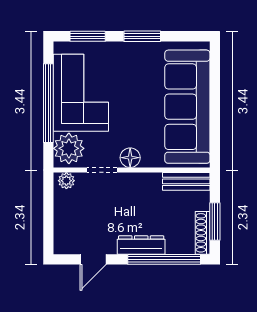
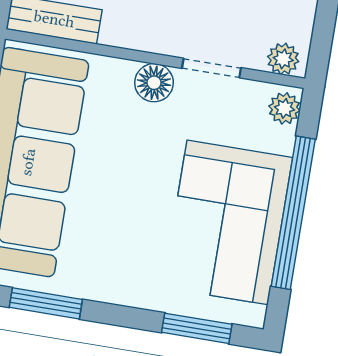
window: (142, 36) -> (46, 303), moved
plant: (69, 148) -> (284, 108), width x0.53, depth x0.53

